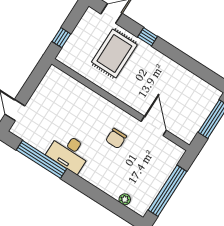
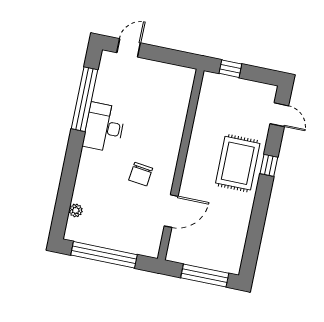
rug: (114, 53) -> (238, 163), moved, turned 90
chair: (116, 138) -> (141, 174), turned -83

